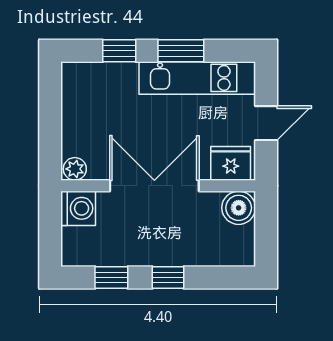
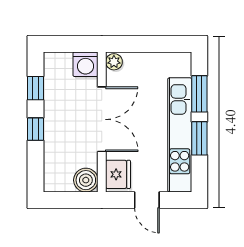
window: (119, 51) -> (199, 94), width x1.50
kitchen unit: (197, 78) -> (180, 135), width x1.36

